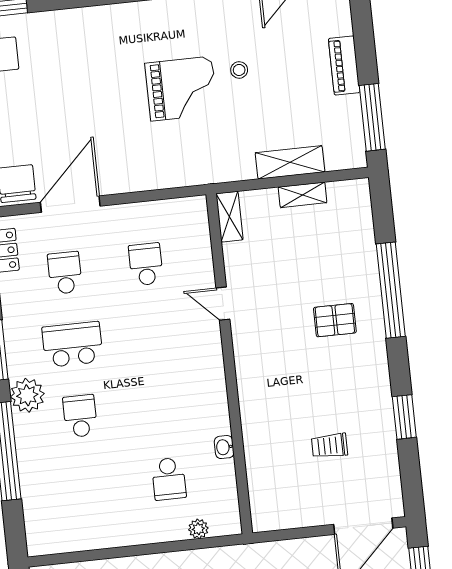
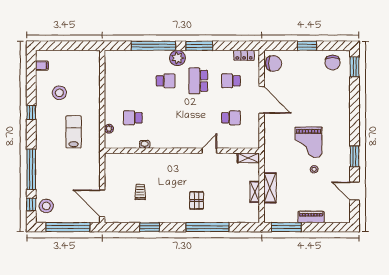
door: (70, 204) -> (262, 100), moved
school desk: (65, 273) -> (231, 81), turned 180
school desk: (72, 344) -> (198, 81), turned 180

